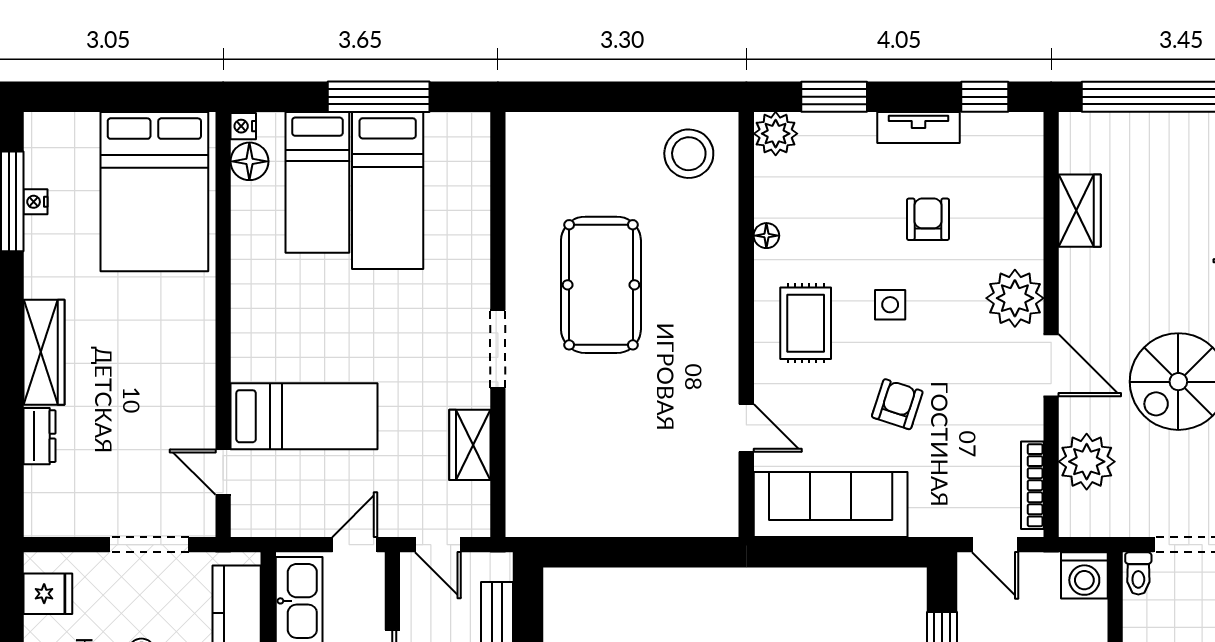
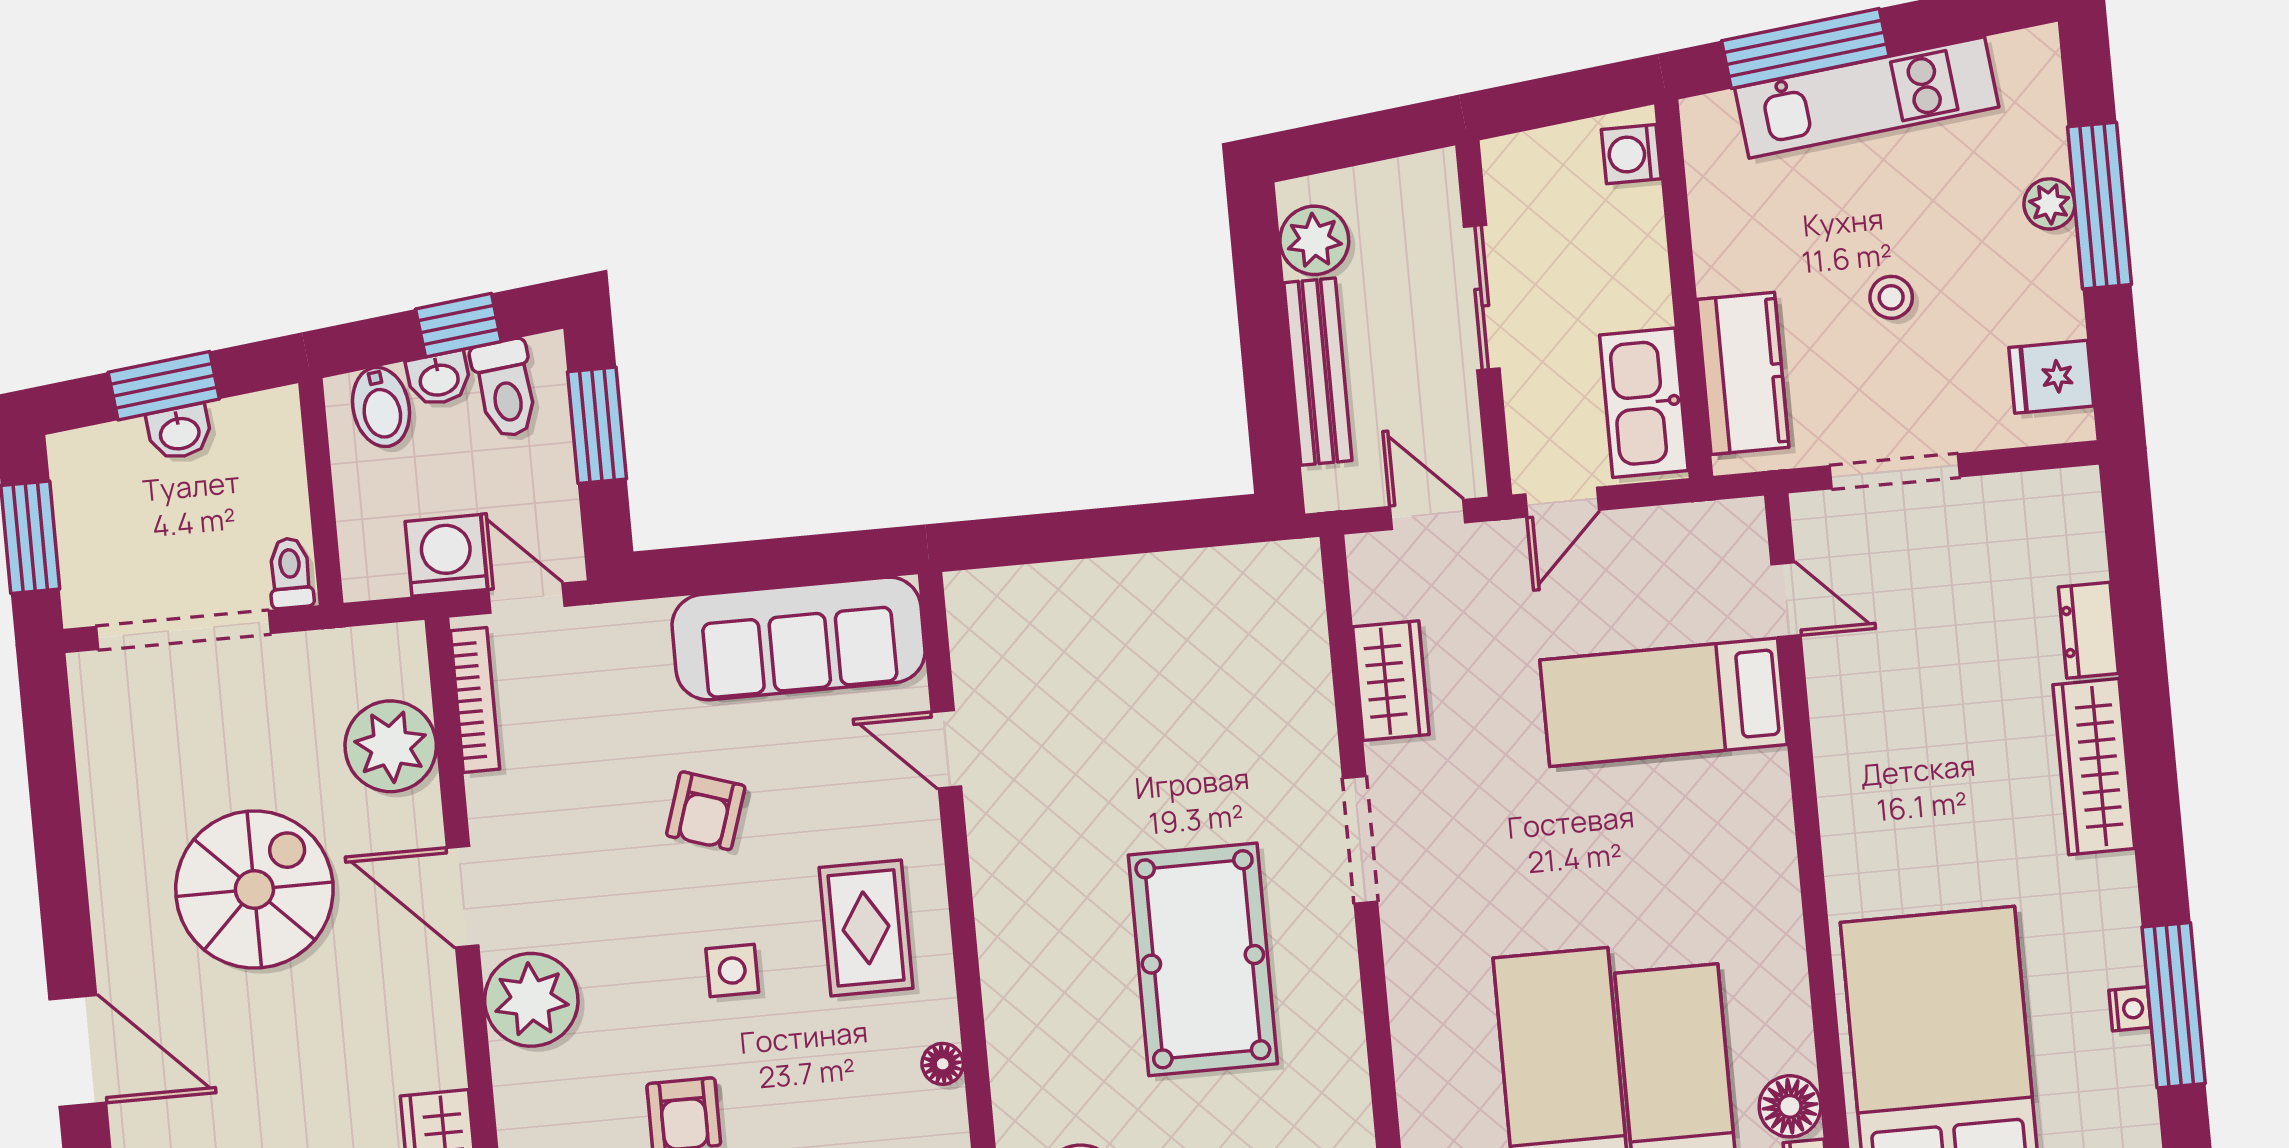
washing machine: (1084, 575) -> (446, 555), moved

